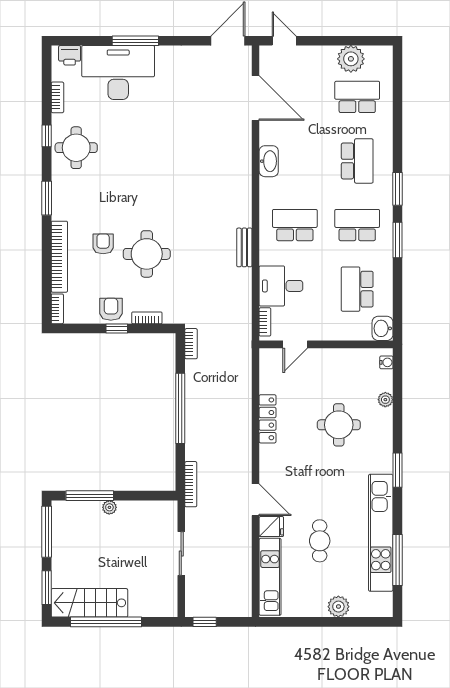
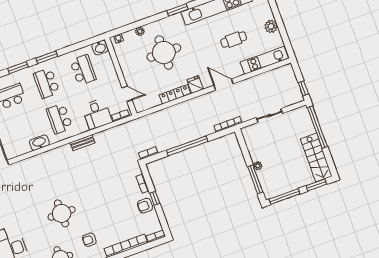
washbasin: (269, 161) -> (39, 143), moved
armchair: (103, 244) -> (89, 240), moved
round table: (147, 254) -> (62, 213), moved
school desk: (357, 289) -> (83, 70), turned -90
round table: (339, 425) -> (164, 53), width x1.36, depth x1.36
door: (255, 500) -> (224, 84), hinge flipped
fridge: (271, 527) -> (195, 84), moved
plant: (338, 607) -> (271, 26), moved
window: (106, 622) -> (317, 127), moved

